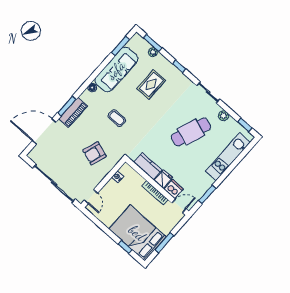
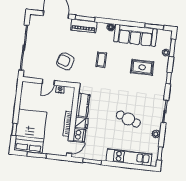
cafe table: (191, 132) -> (128, 119), width x0.73, depth x0.74
door: (91, 197) -> (48, 82), moved
door: (179, 206) -> (70, 147), hinge flipped

